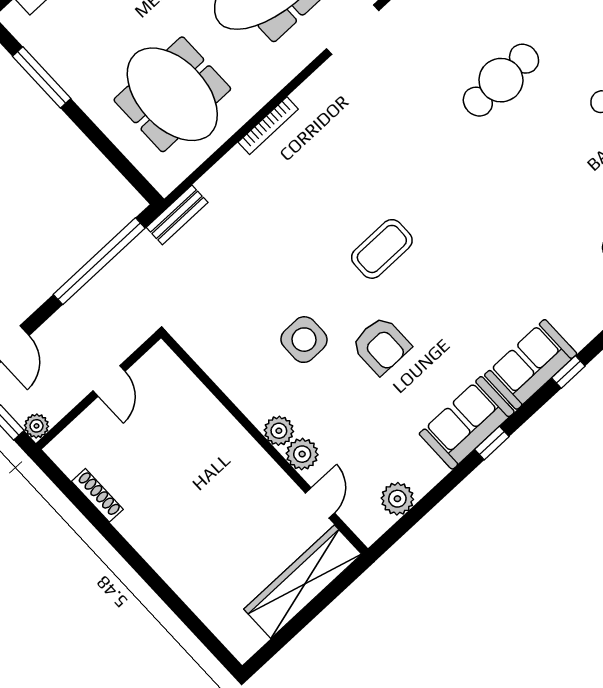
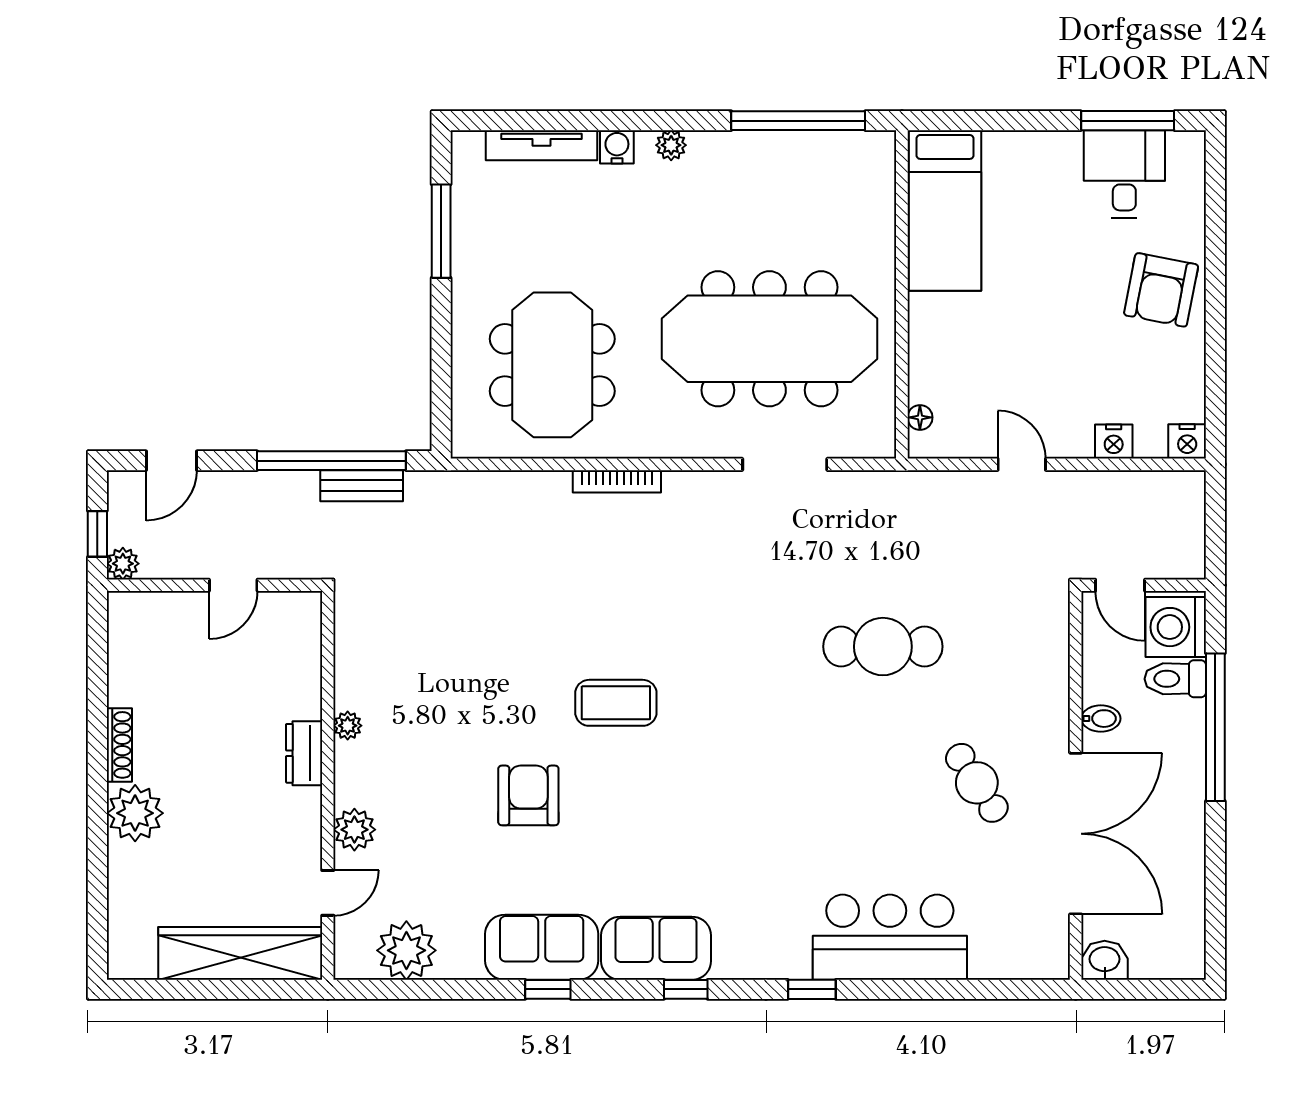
bench: (177, 215) -> (362, 486), moved
side table: (304, 340) -> (459, 720), removed
armchair: (381, 345) -> (528, 795), turned 180
plant: (279, 431) -> (348, 726), moved, width x0.73, depth x0.73
dresser: (235, 438) -> (304, 753), added
shoe rack: (97, 495) -> (119, 745), moved
plant: (397, 499) -> (406, 950), width x1.36, depth x1.36
plant: (172, 558) -> (135, 813), added

